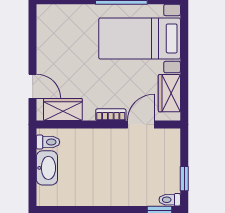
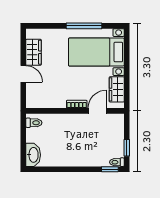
door: (33, 86) -> (23, 74), moved
wardrobe: (63, 110) -> (34, 52), moved, turned 90
washbasin: (47, 168) -> (33, 155), moved

